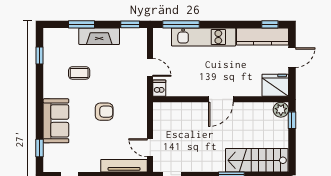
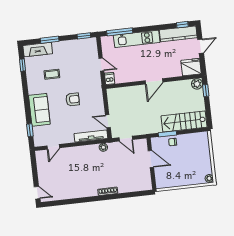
fireplace: (99, 36) -> (38, 50), moved

